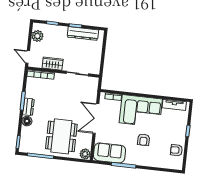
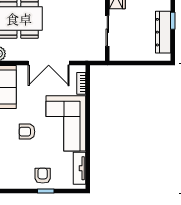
double door: (96, 118) -> (49, 63), swing flipped
armchair: (176, 150) -> (43, 176), moved

